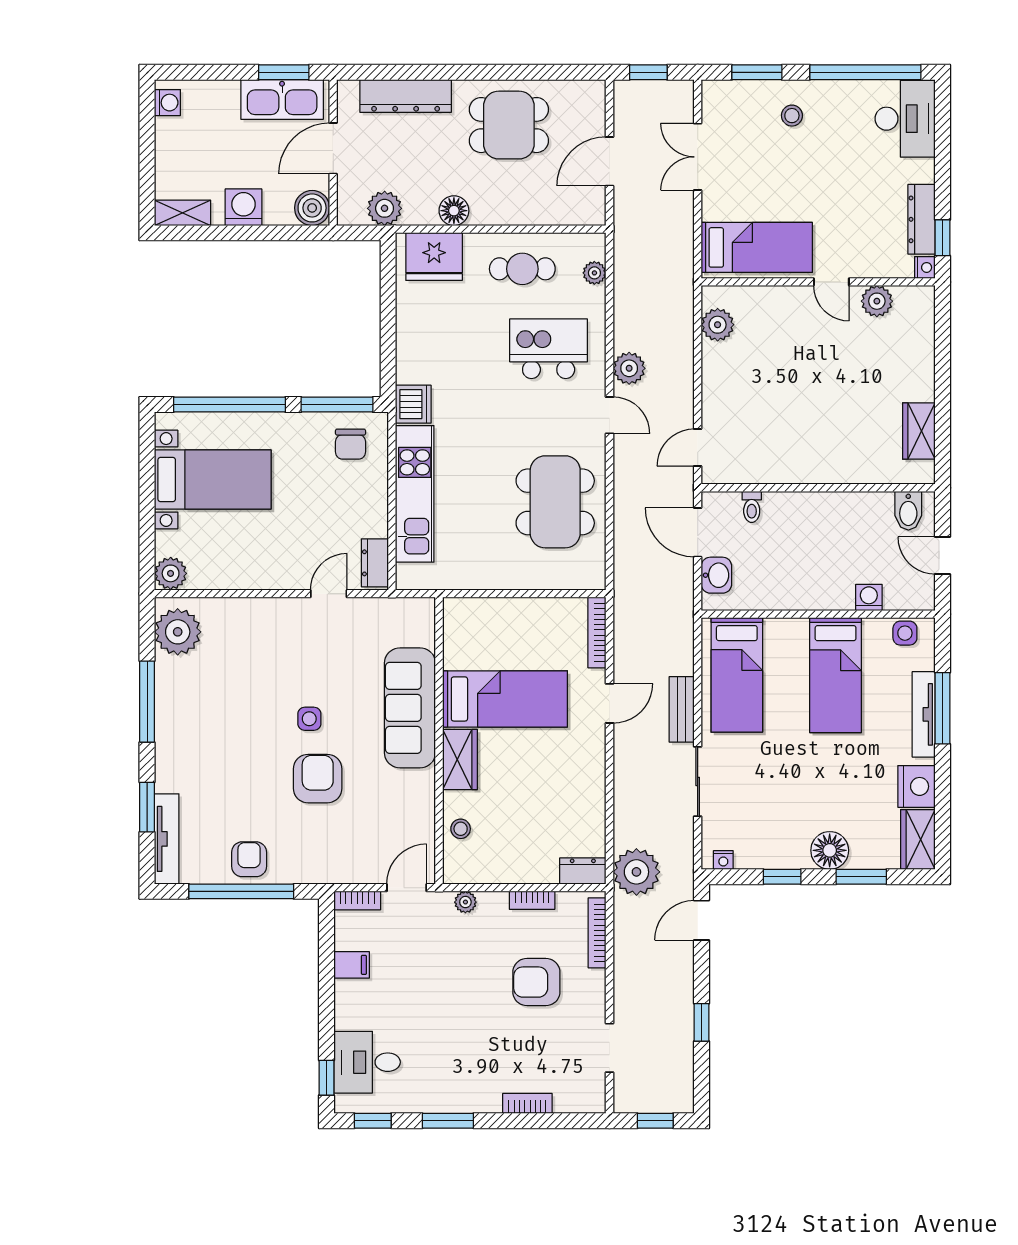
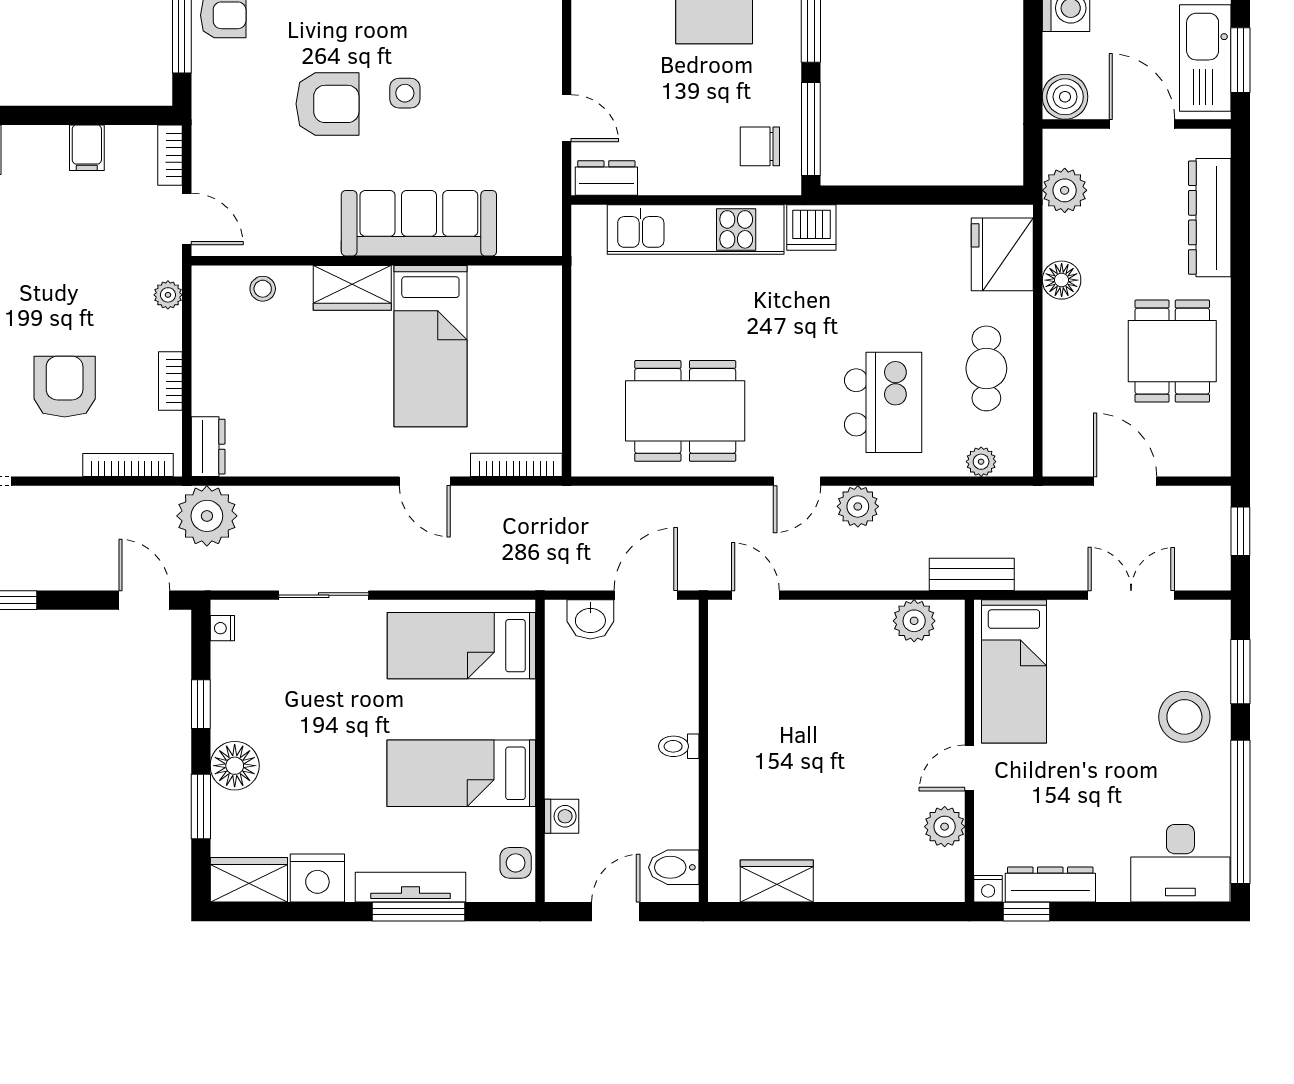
stool: (792, 116) -> (1184, 717), width x1.89, depth x1.89
toilet: (752, 507) -> (679, 746), moved
bench: (682, 709) -> (972, 574), moved

